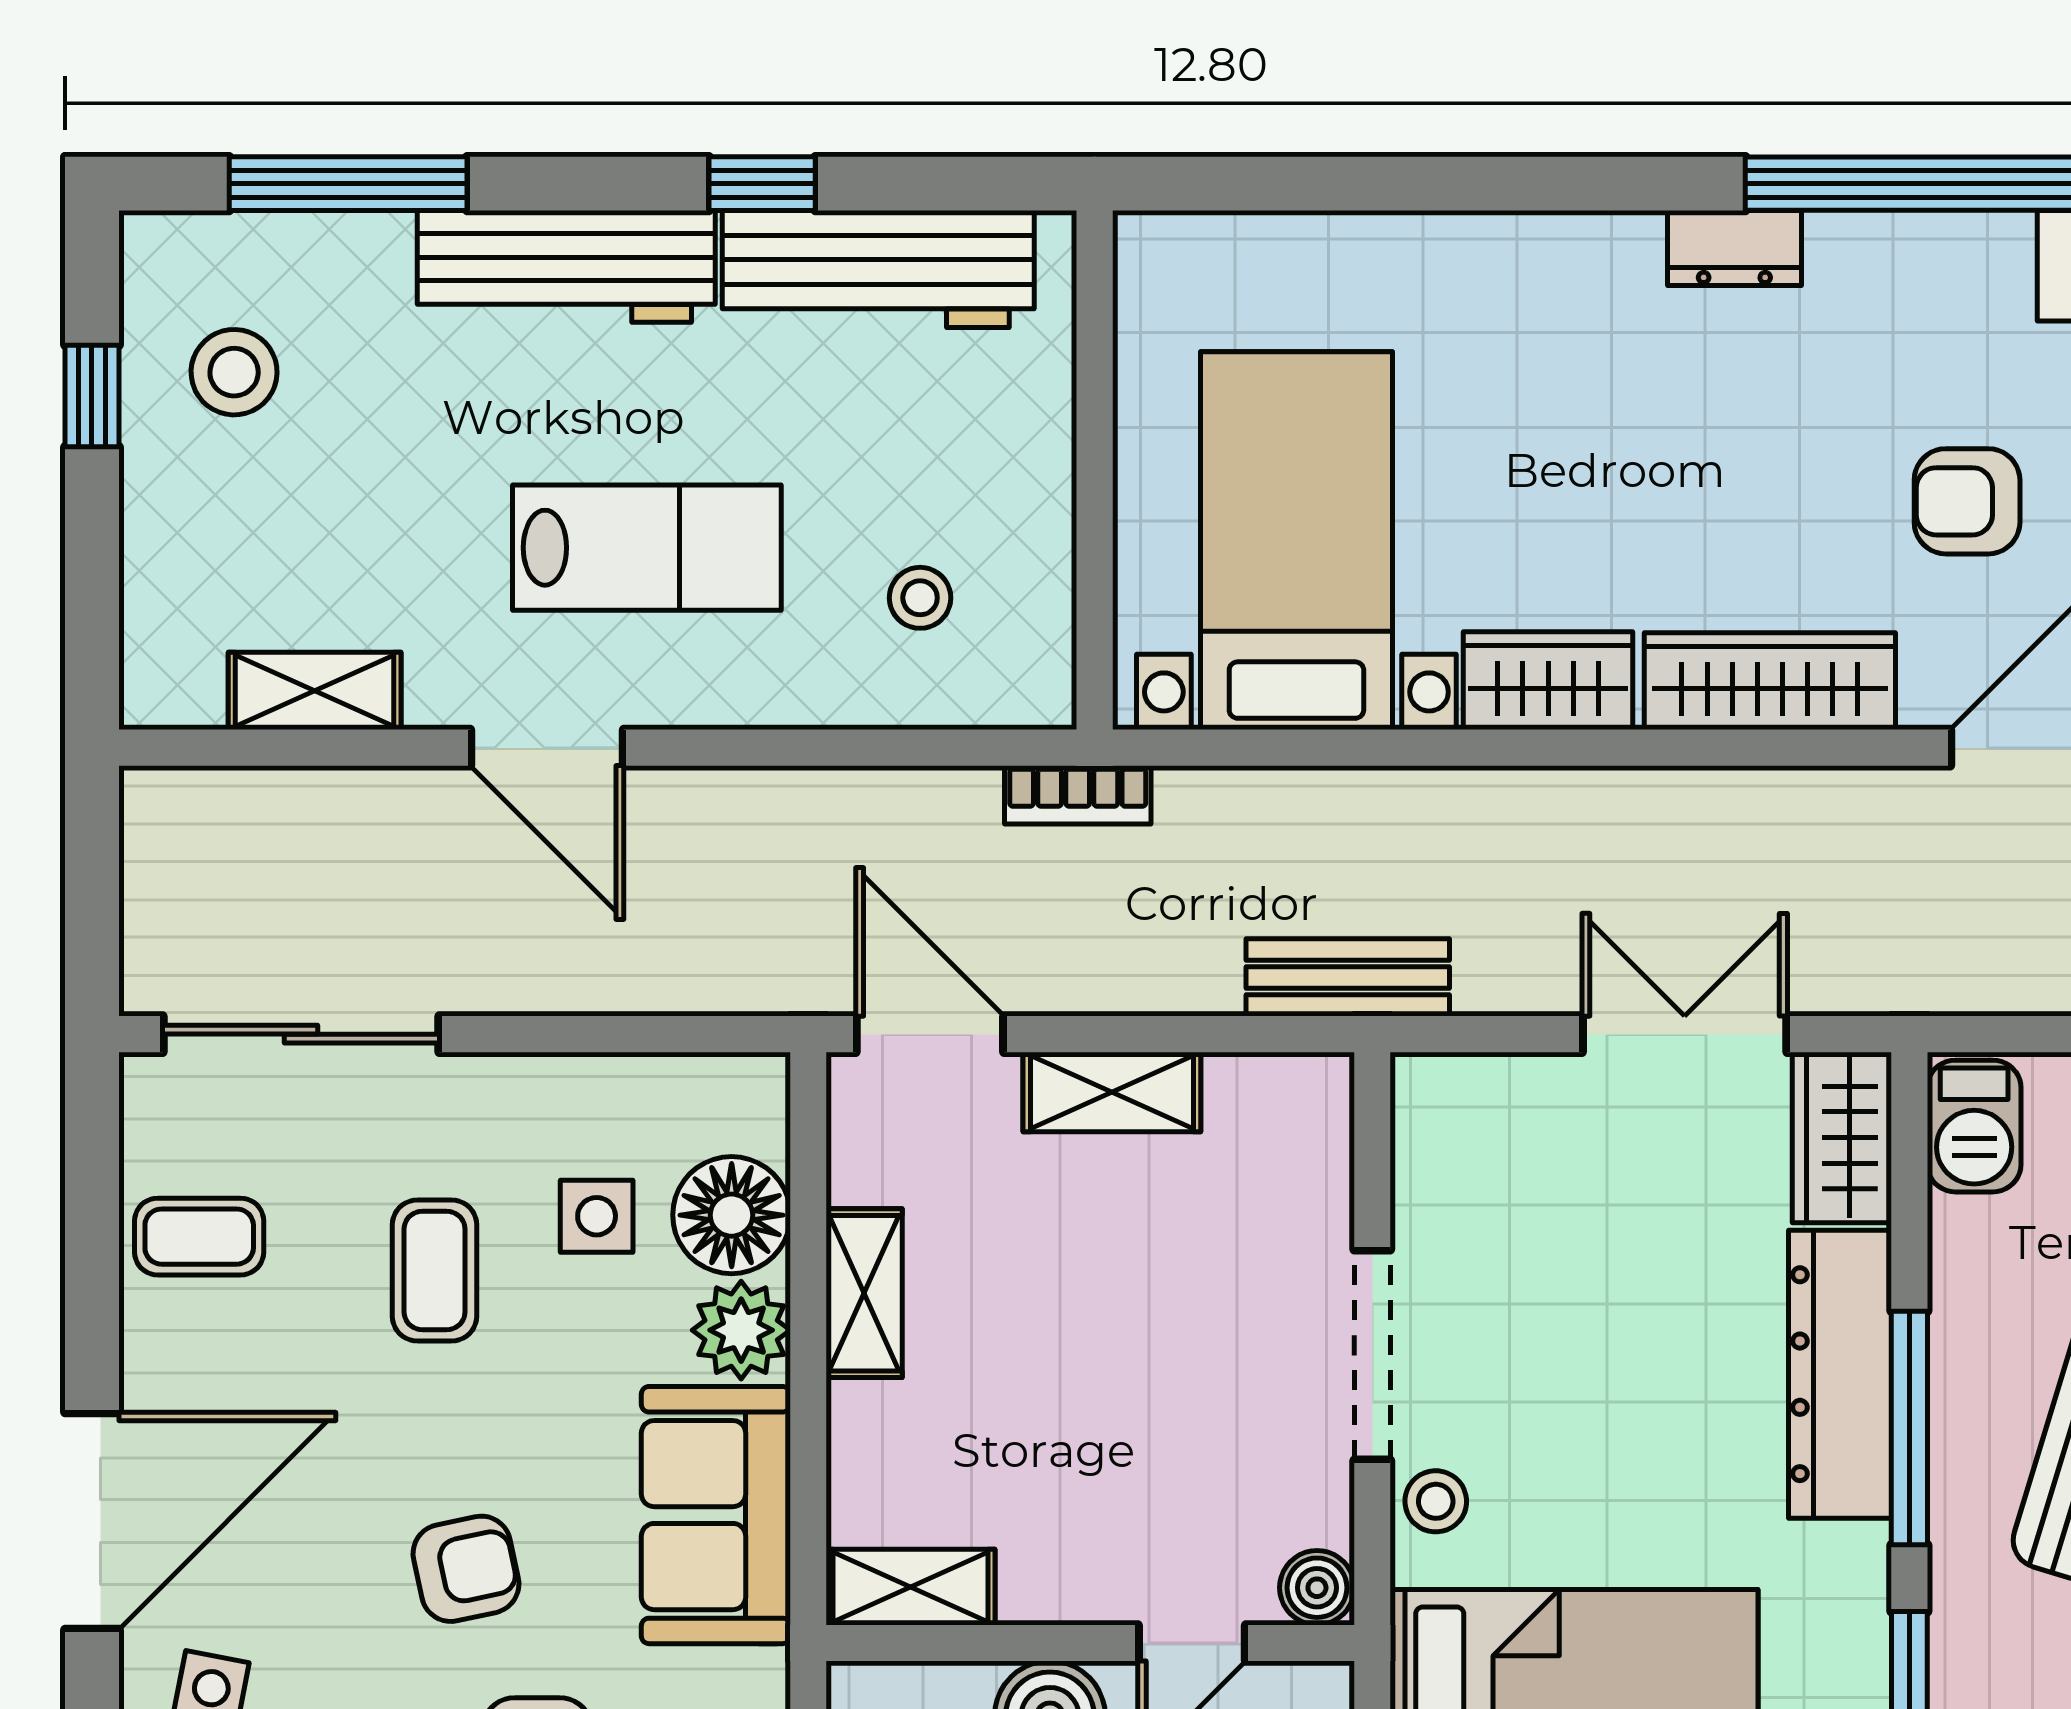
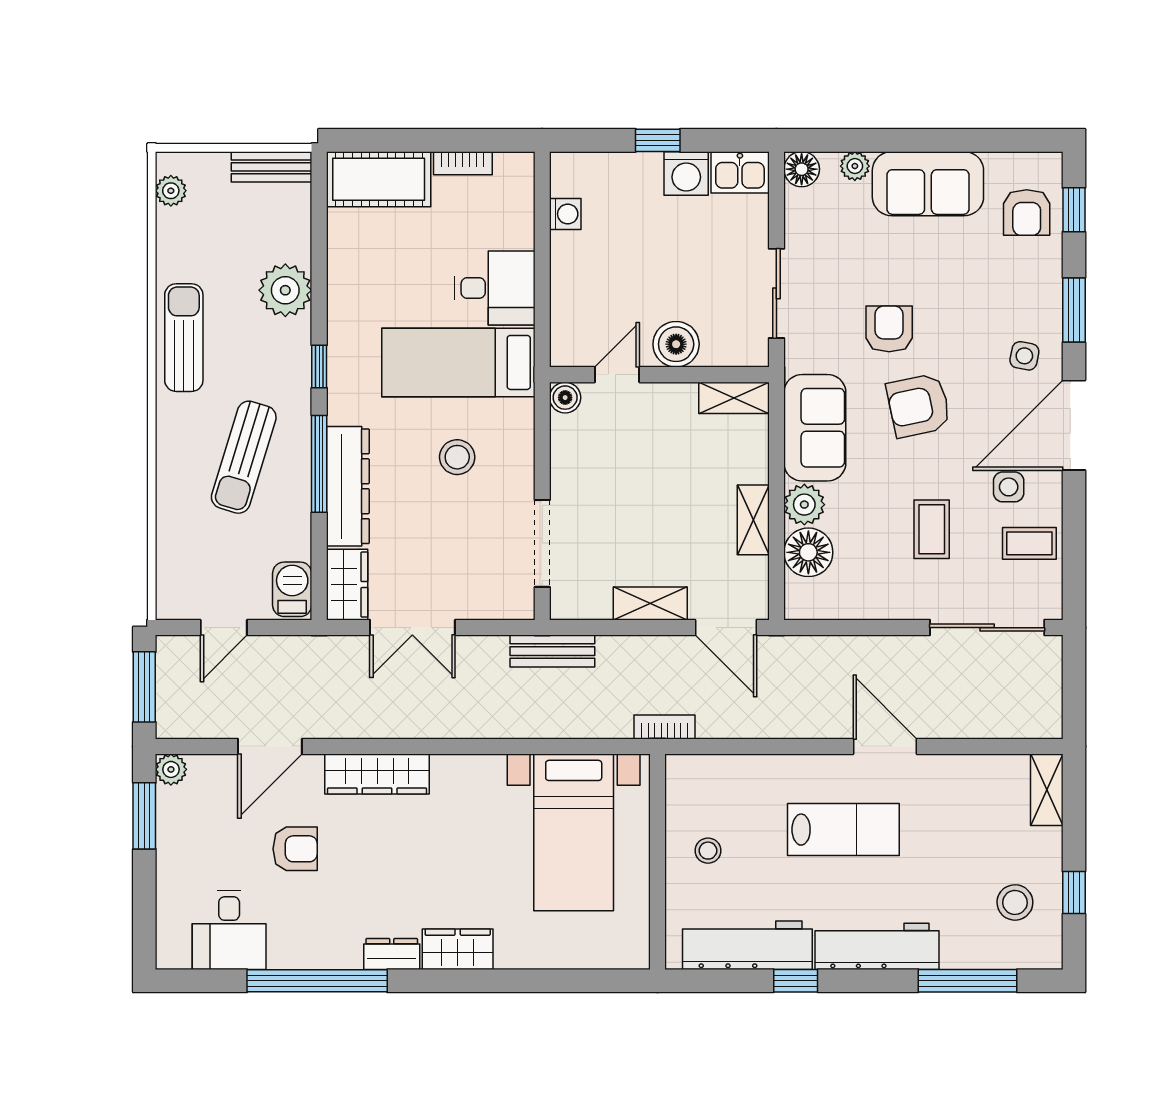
lab bench: (647, 548) -> (843, 830), turned 180
stool: (920, 598) -> (708, 851), moved
wardrobe: (1548, 681) -> (458, 949), moved, turned 180
shelving: (315, 691) -> (1047, 790), moved, turned 90
side table: (597, 1216) -> (1009, 487), moved
doorway: (1372, 1355) -> (542, 543), moved
stool: (1436, 1501) -> (457, 457), moved, width x1.37, depth x1.37
armchair: (466, 1569) -> (919, 405), width x1.38, depth x1.38

